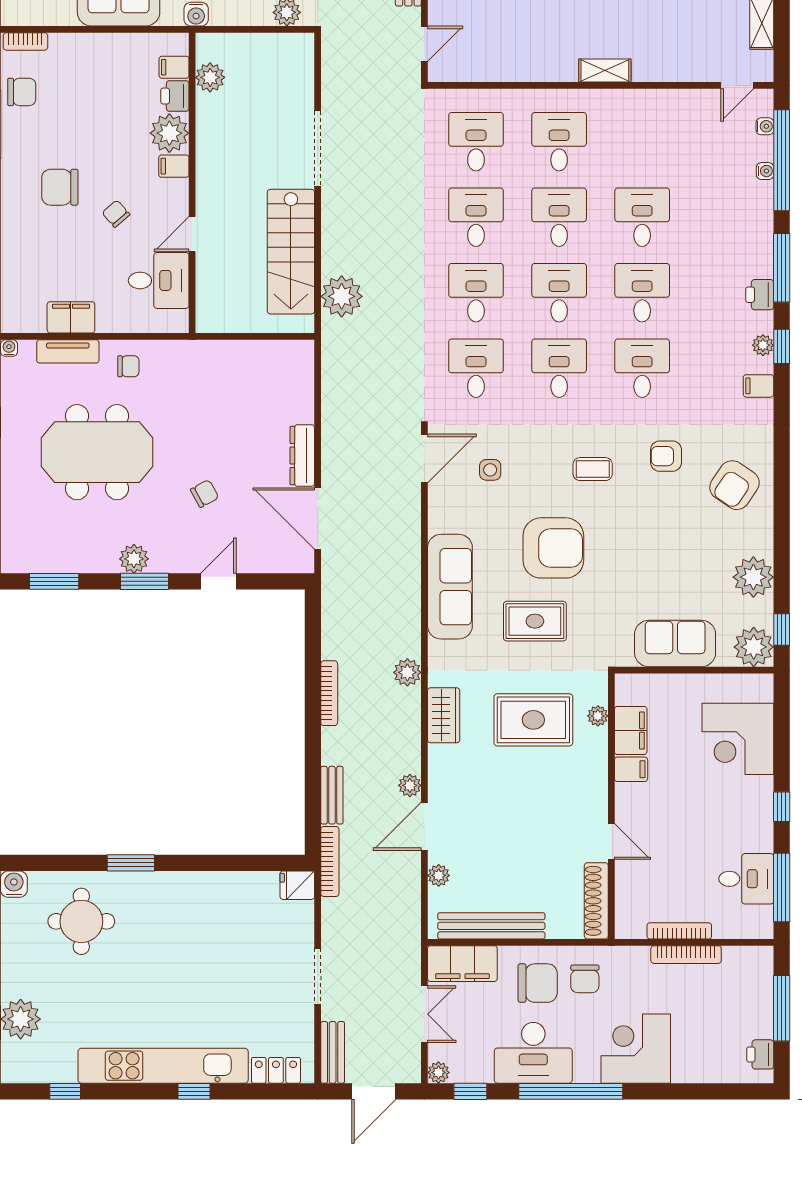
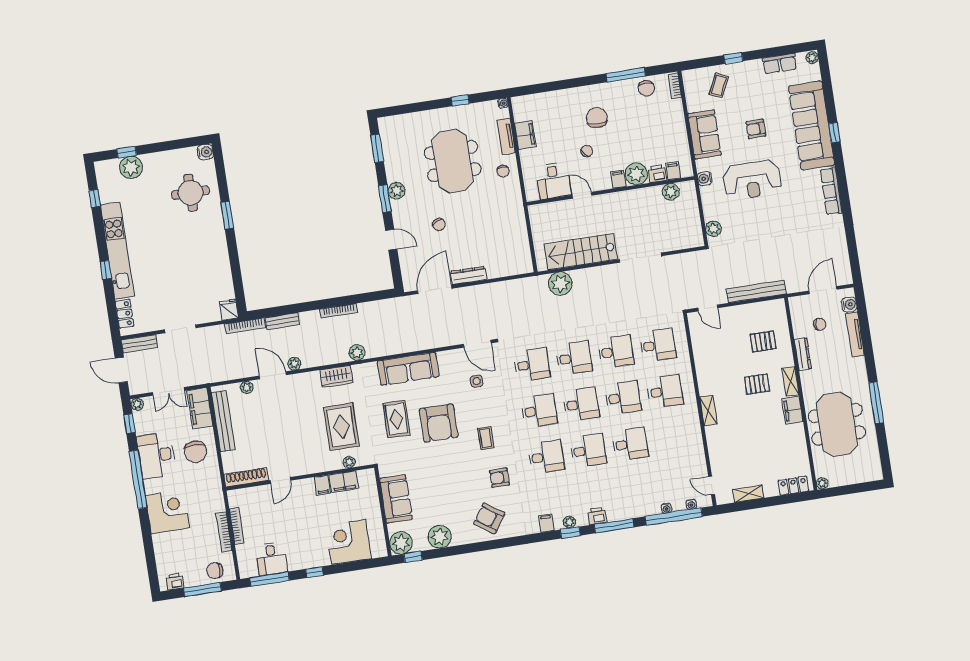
armchair: (666, 456) -> (499, 478), turned -90
chair: (585, 979) -> (215, 571), moved

